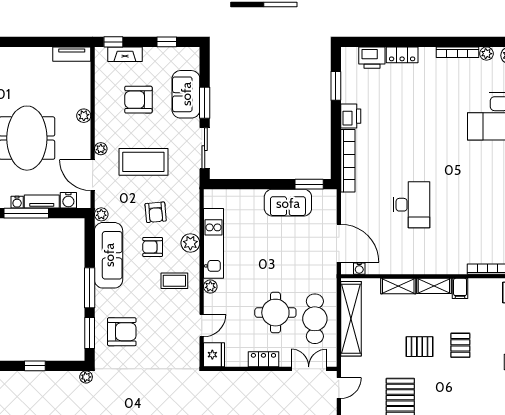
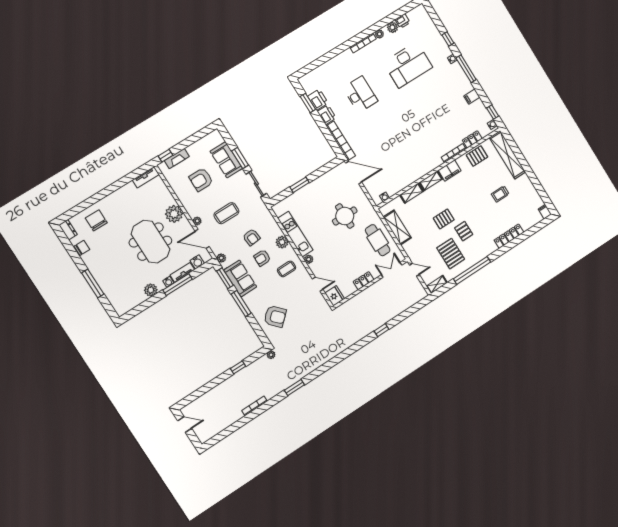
window: (167, 42) -> (196, 137), removed
locker: (402, 55) -> (334, 63), removed
printer: (372, 58) -> (318, 100), moved, turned -90
plant: (84, 116) -> (174, 214), width x1.88, depth x1.88
coffee table: (143, 162) -> (226, 213), width x0.73, depth x0.76
window: (309, 184) -> (300, 185), moved
sofa: (288, 203) -> (322, 185), removed
desk: (411, 205) -> (360, 94), moved
door: (339, 243) -> (354, 173), moved
sofa: (109, 255) -> (240, 278), width x0.73
filing cabinet: (460, 288) -> (450, 170), width x2.00
round table: (275, 313) -> (345, 216), moved
shelving: (351, 319) -> (397, 227), width x0.68
door: (202, 326) -> (318, 284), hinge flipped
armchair: (122, 332) -> (275, 316), turned 47
window: (90, 333) -> (225, 278), moved
pallet: (460, 345) -> (464, 231), moved
door: (339, 388) -> (414, 270), hinge flipped

